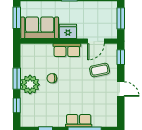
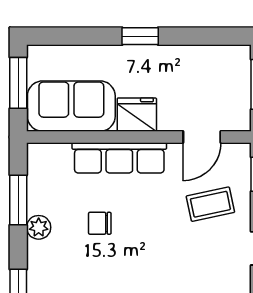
row of seats: (67, 50) -> (119, 158), width x1.48
window: (17, 79) -> (18, 200), moved
plant: (30, 85) -> (39, 227), width x0.53, depth x0.53

